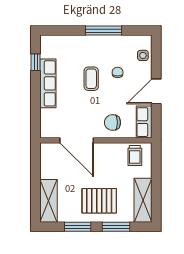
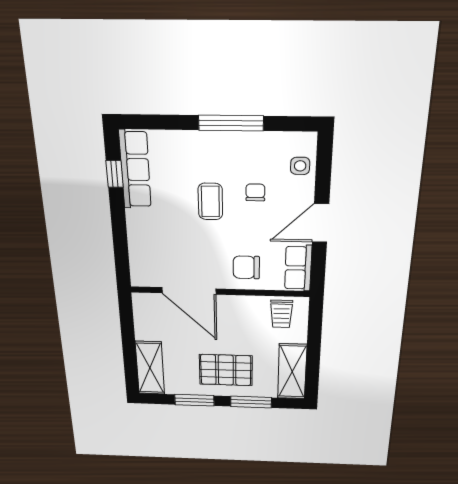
row of seats: (48, 83) -> (135, 170), moved

